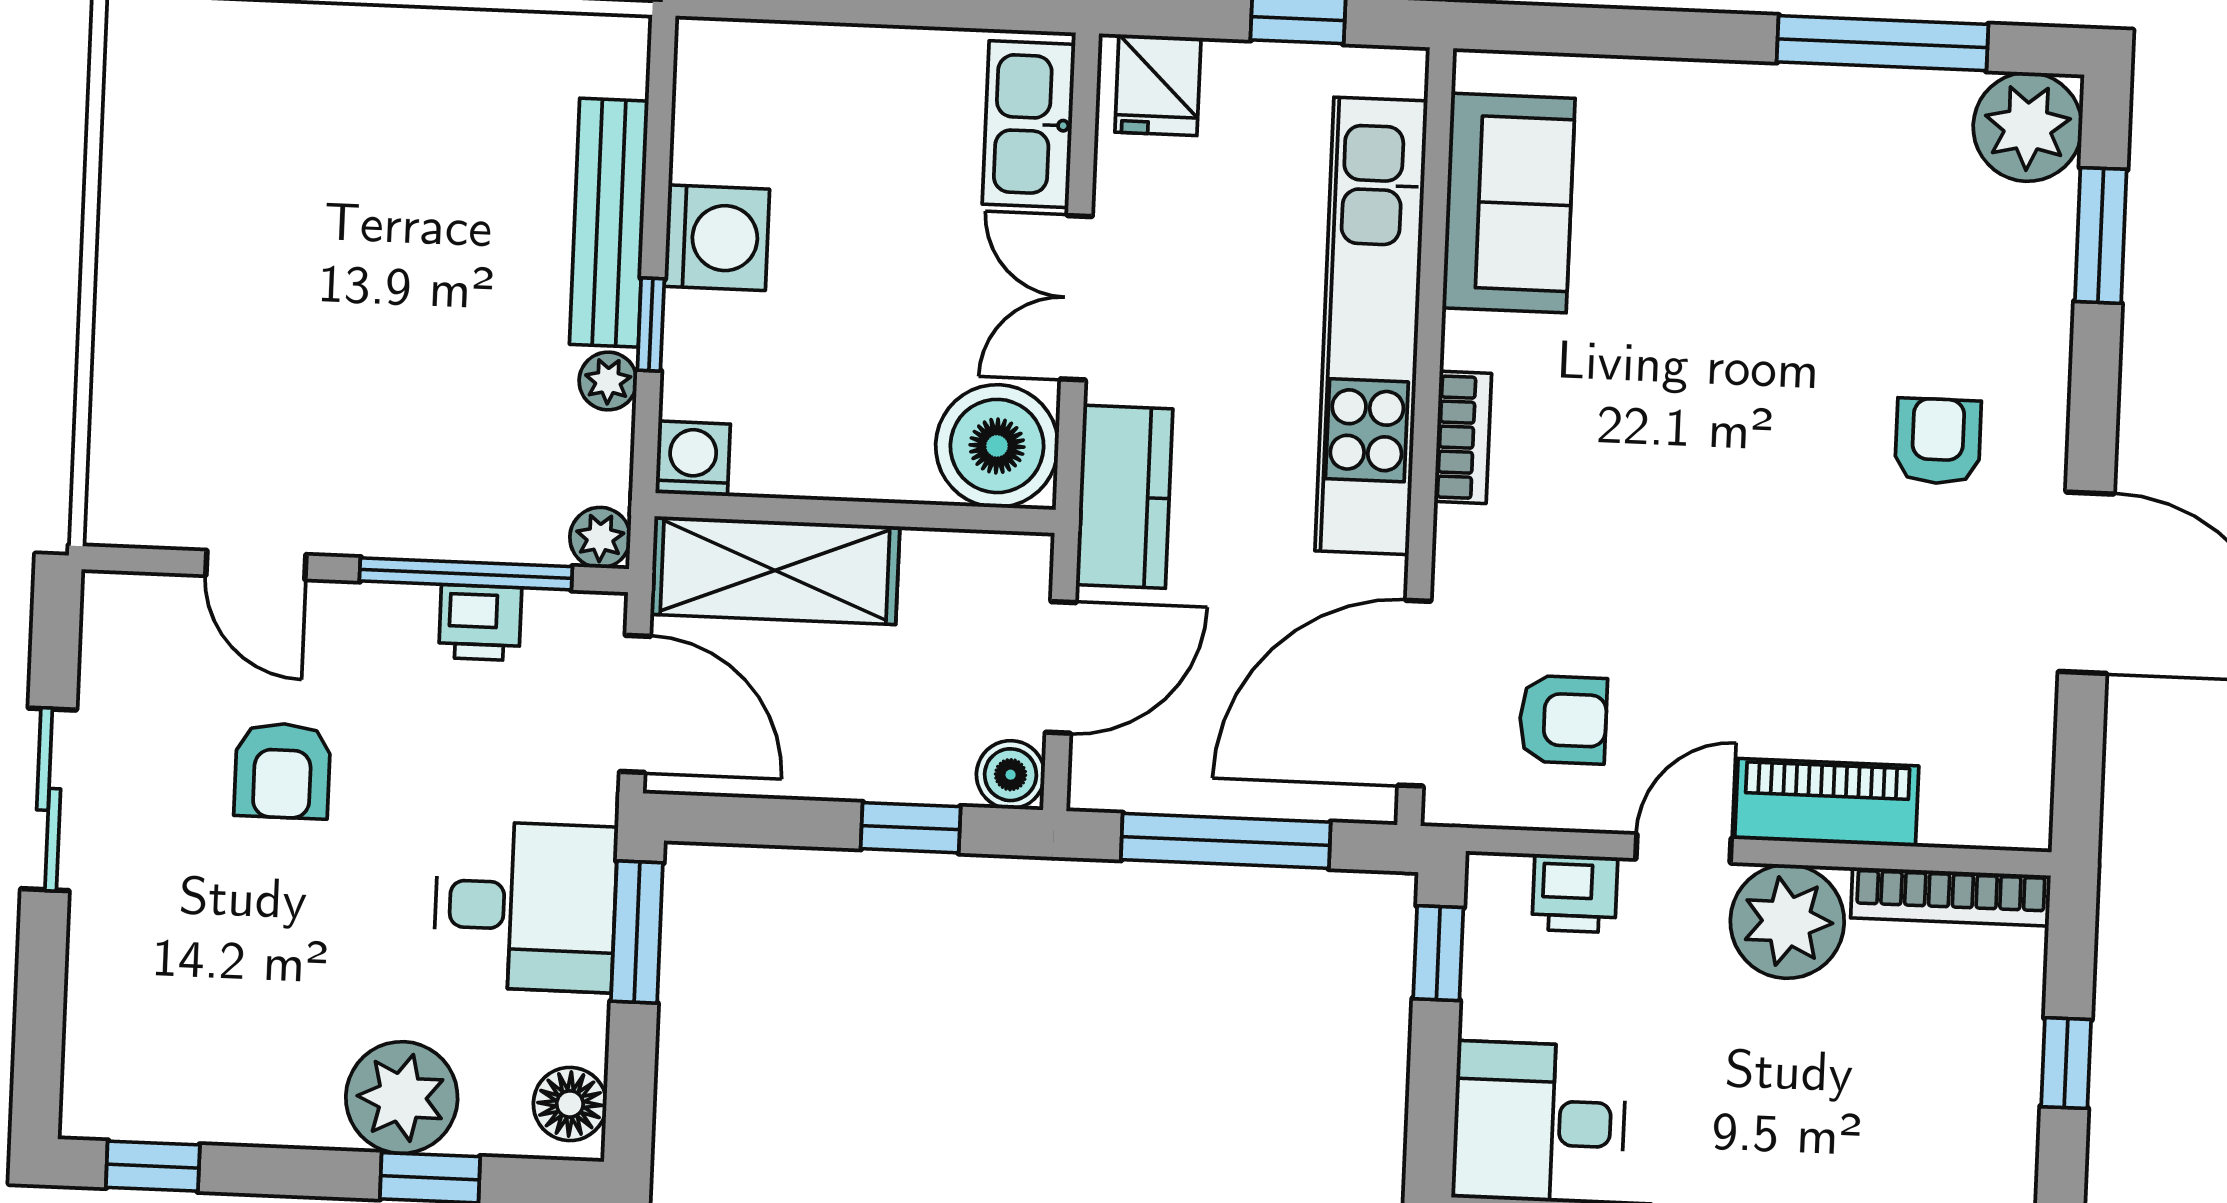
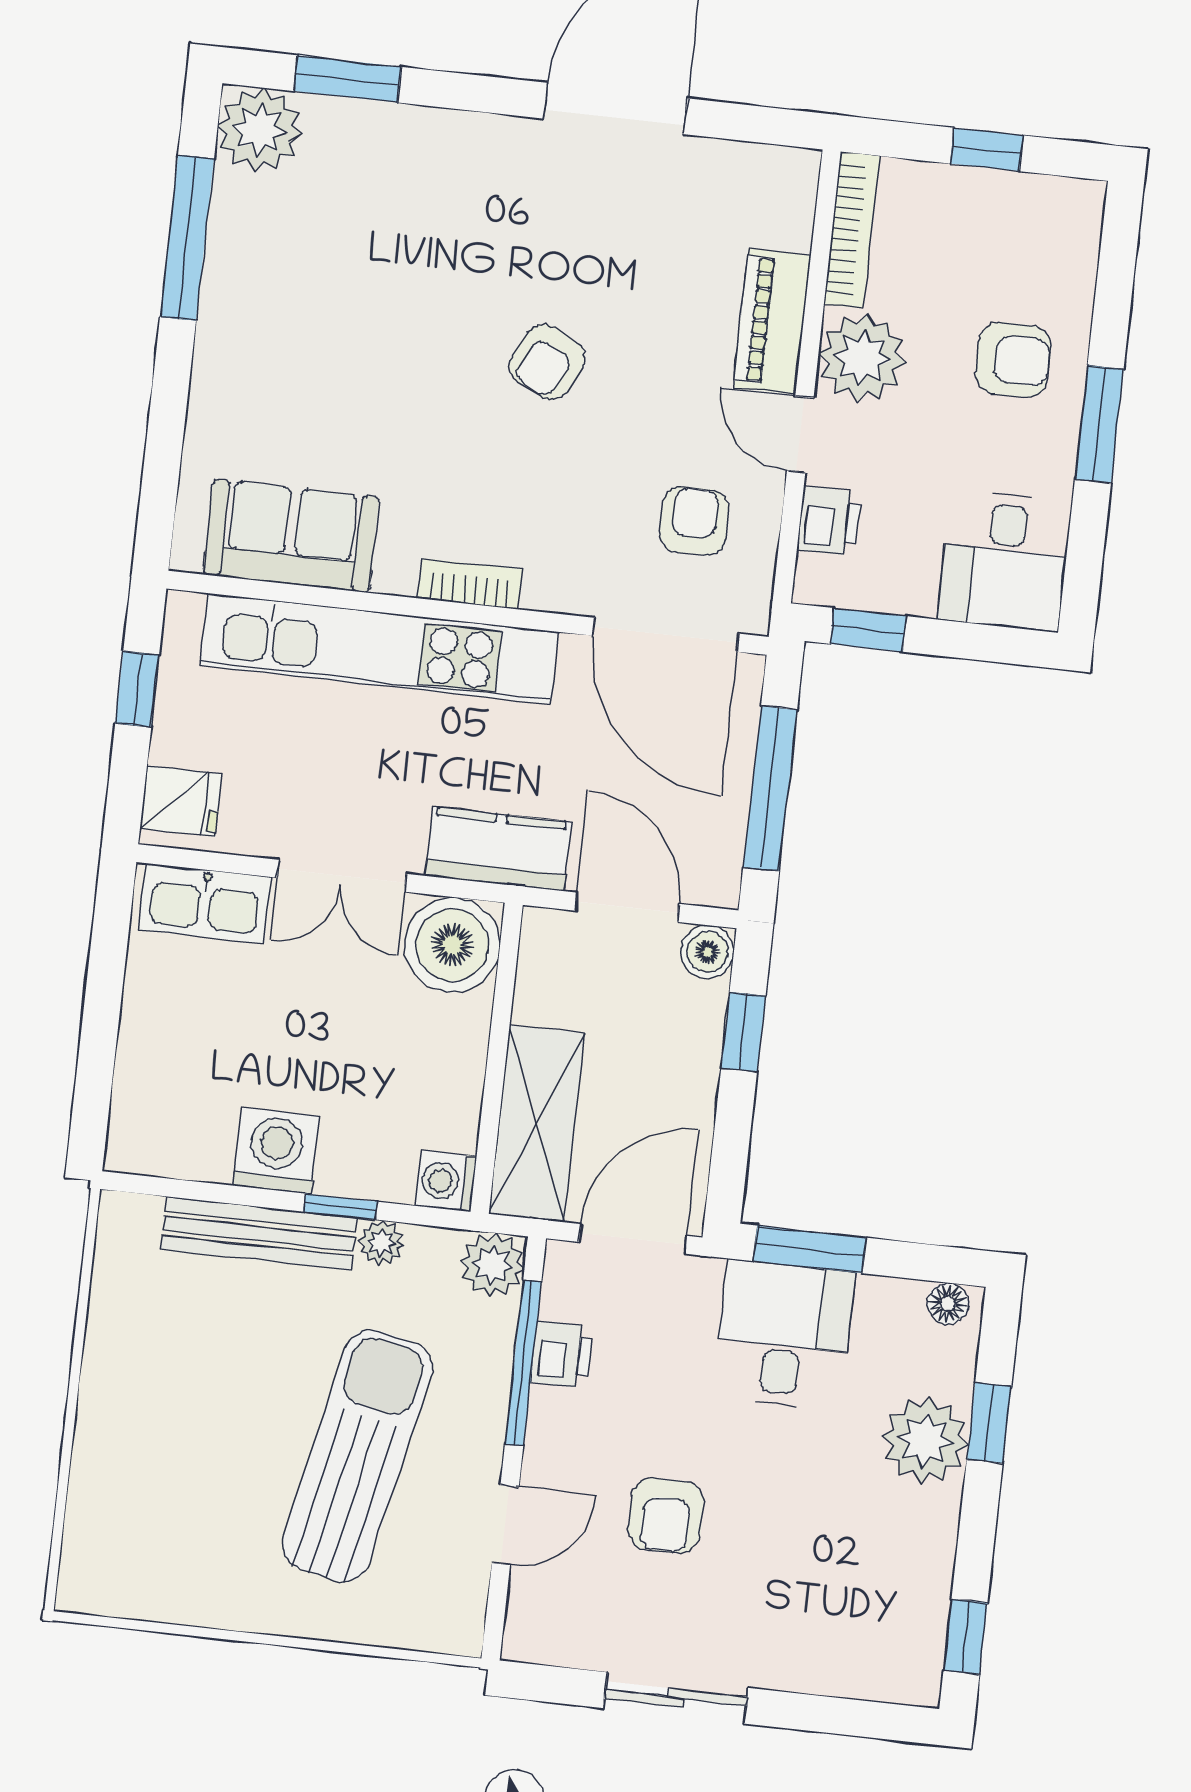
sun lounger: (332, 368) -> (357, 1456), added
armchair: (1938, 441) -> (547, 362), moved, turned -63
plant: (600, 538) -> (493, 1265), width x1.38, depth x1.38
armchair: (282, 771) -> (666, 1515), turned 90
floor lamp: (570, 1104) -> (948, 1304), width x0.73, depth x0.73
armchair: (1798, 1116) -> (1013, 360), added

